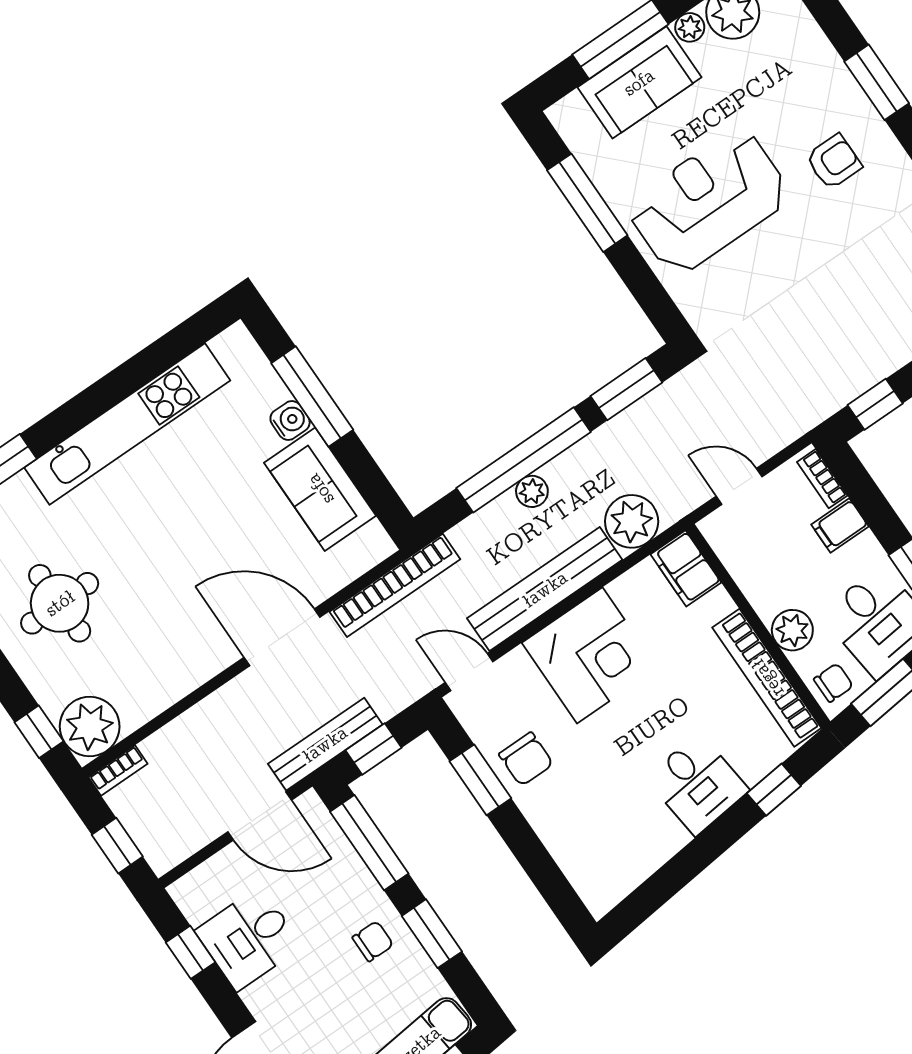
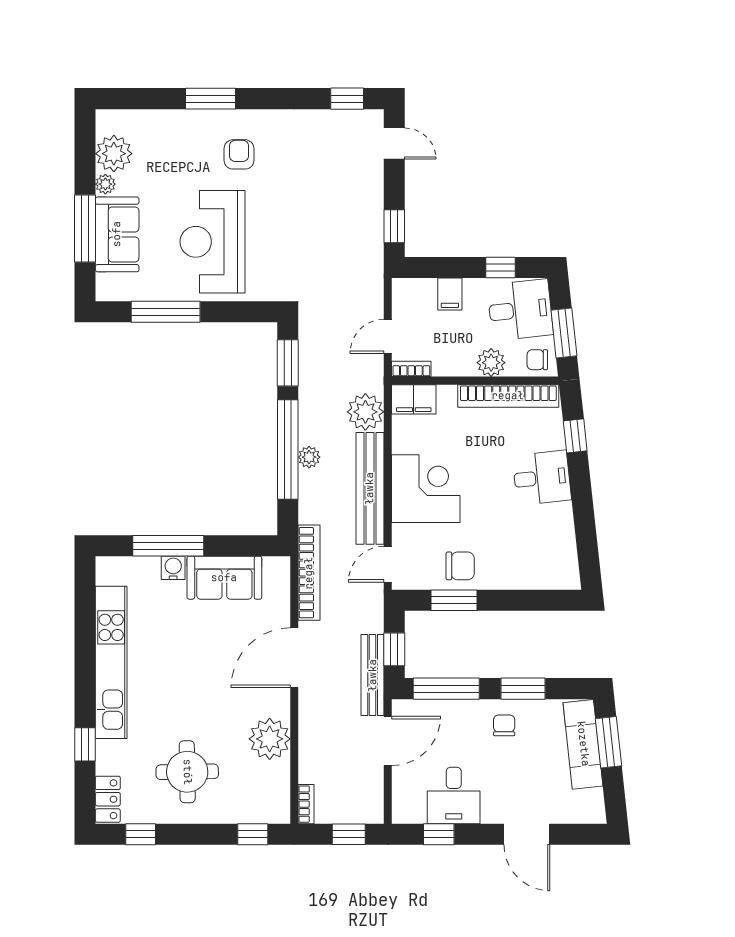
bookcase: (822, 479) -> (411, 369), moved, turned 180
chair: (833, 683) -> (537, 360), turned -90
plant: (90, 726) -> (270, 739), moved

